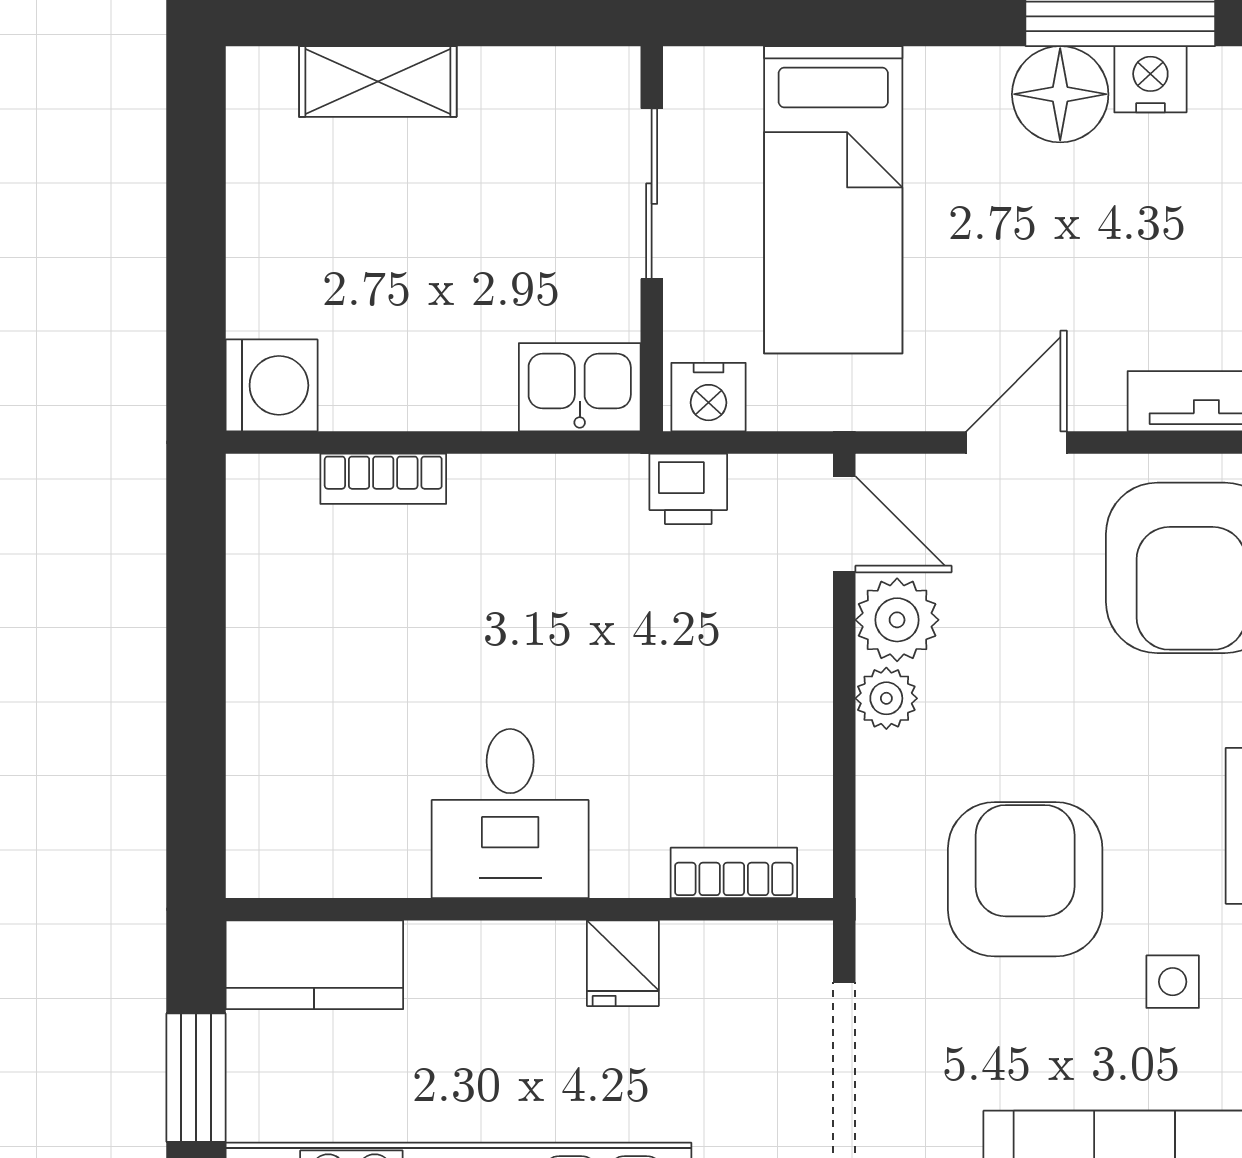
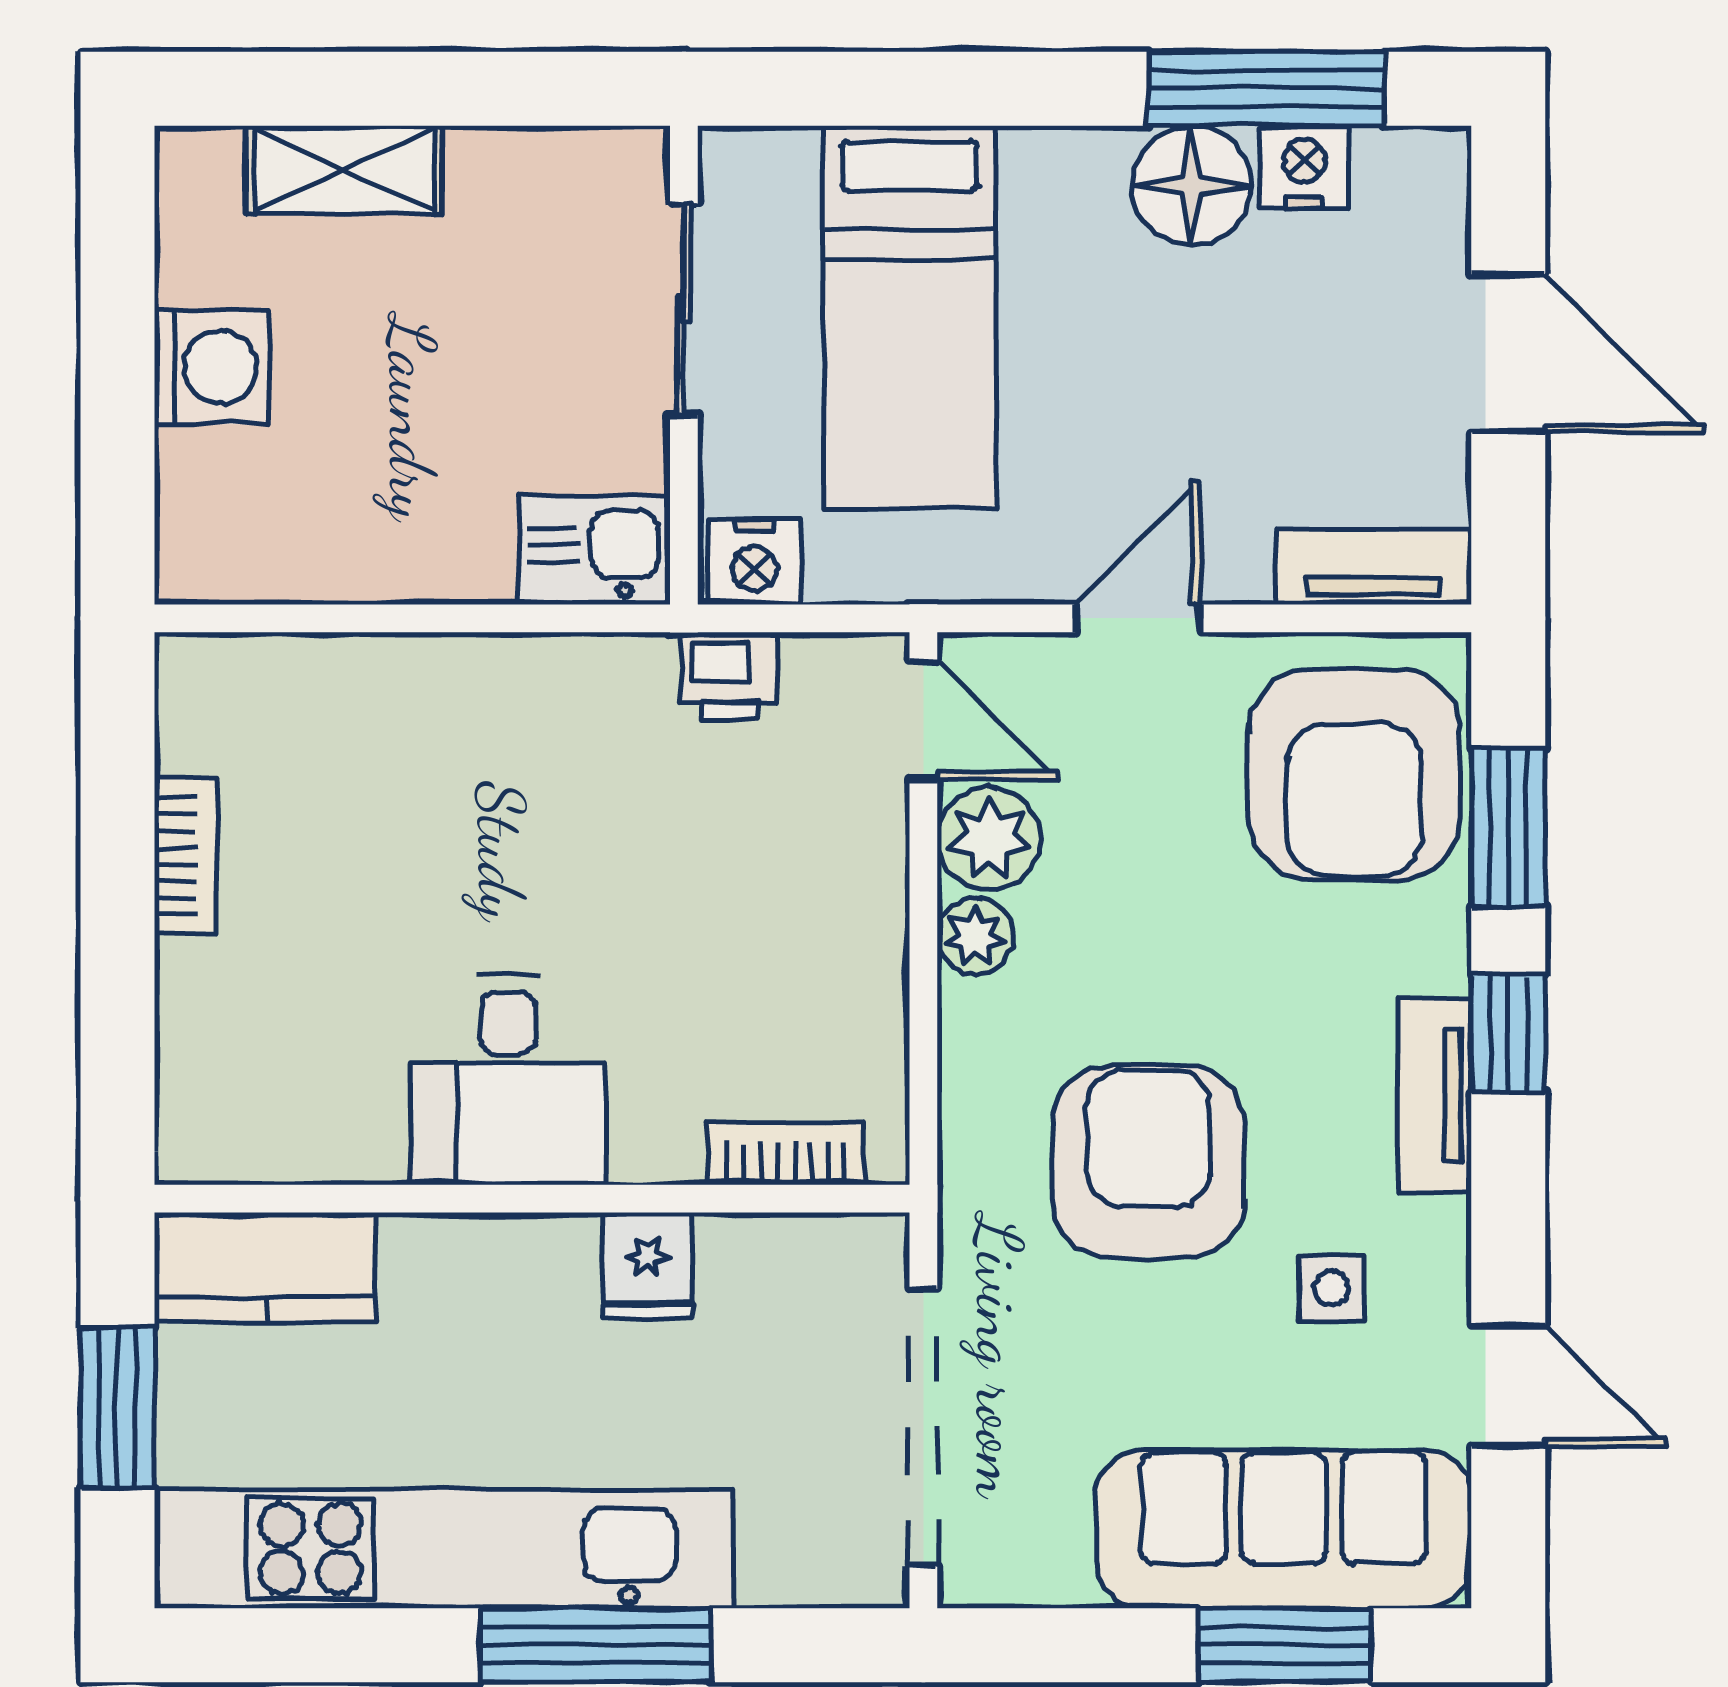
washing machine: (272, 385) -> (211, 367), moved
bookcase: (383, 479) -> (186, 856), moved, turned -90

